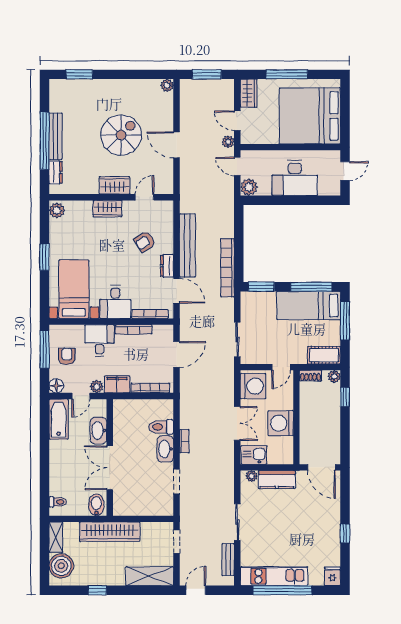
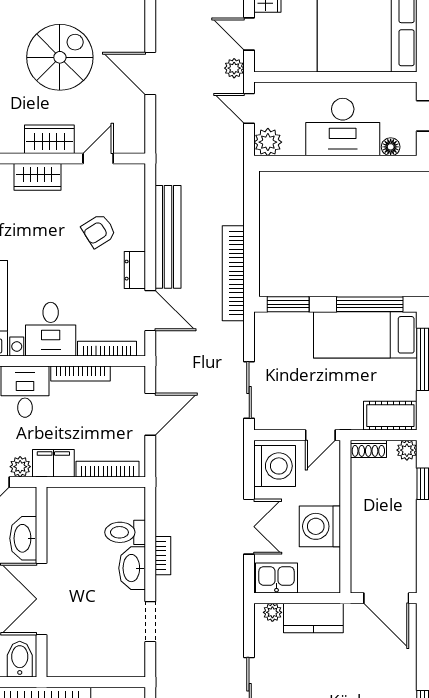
floor lamp: (324, 190) -> (391, 147), added

